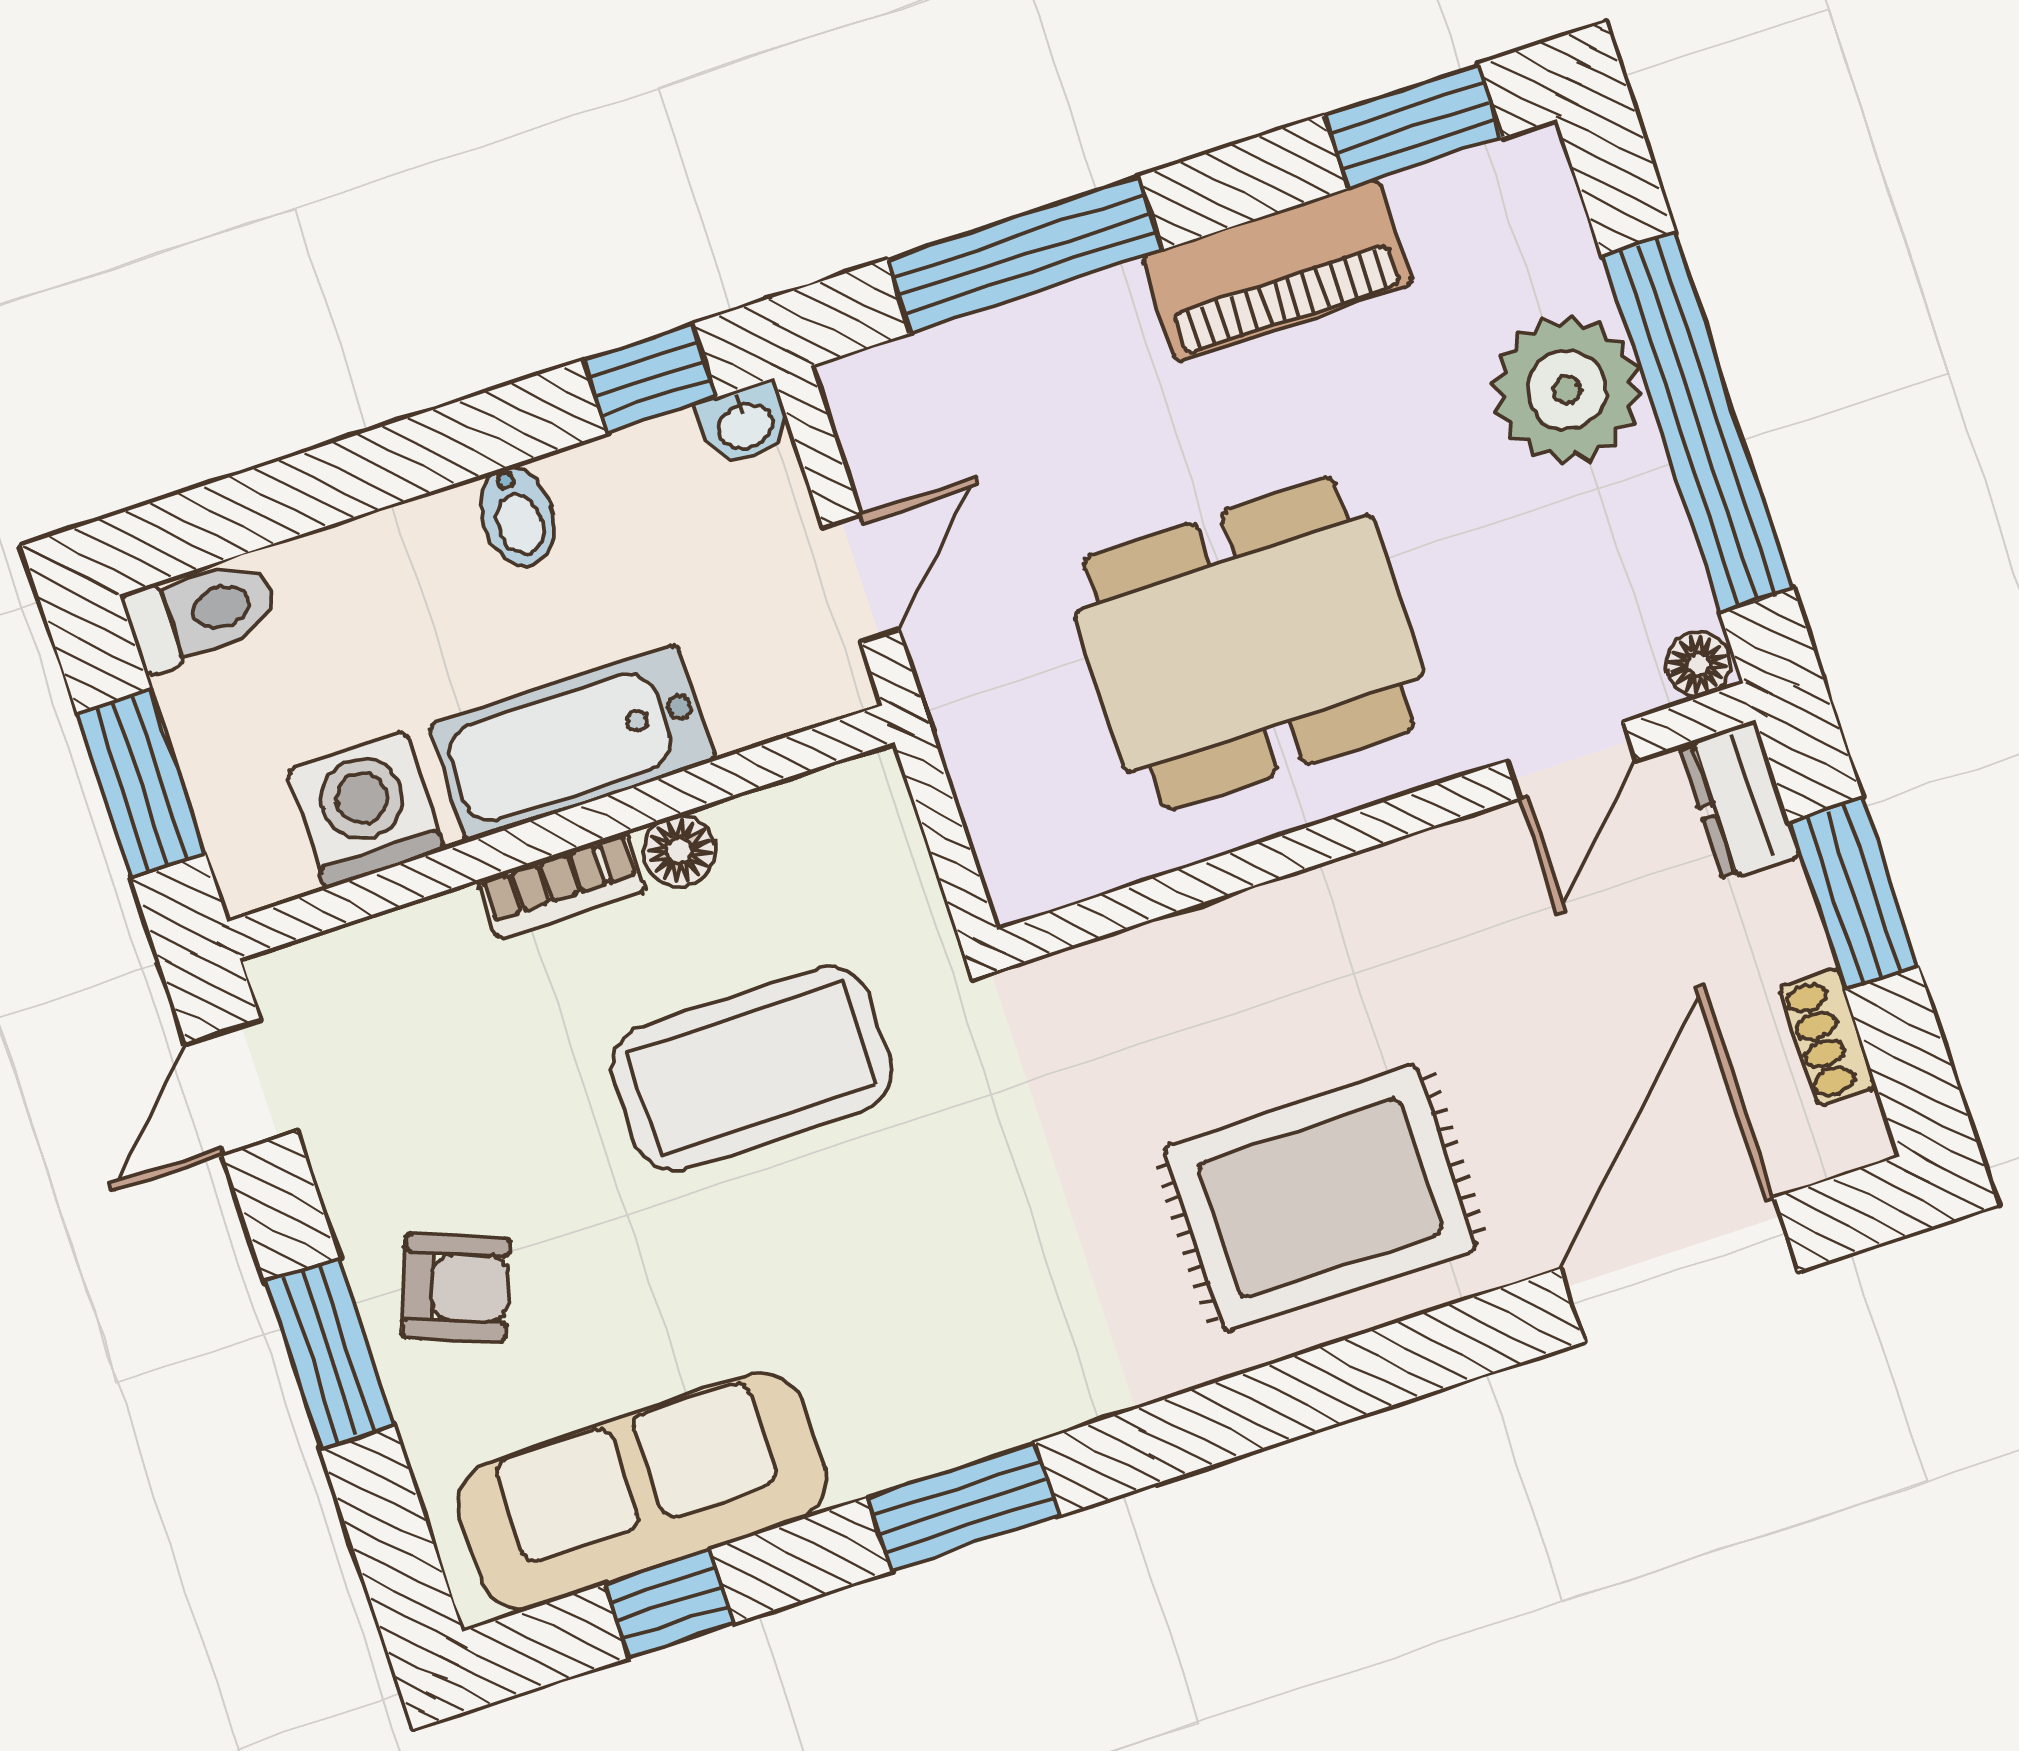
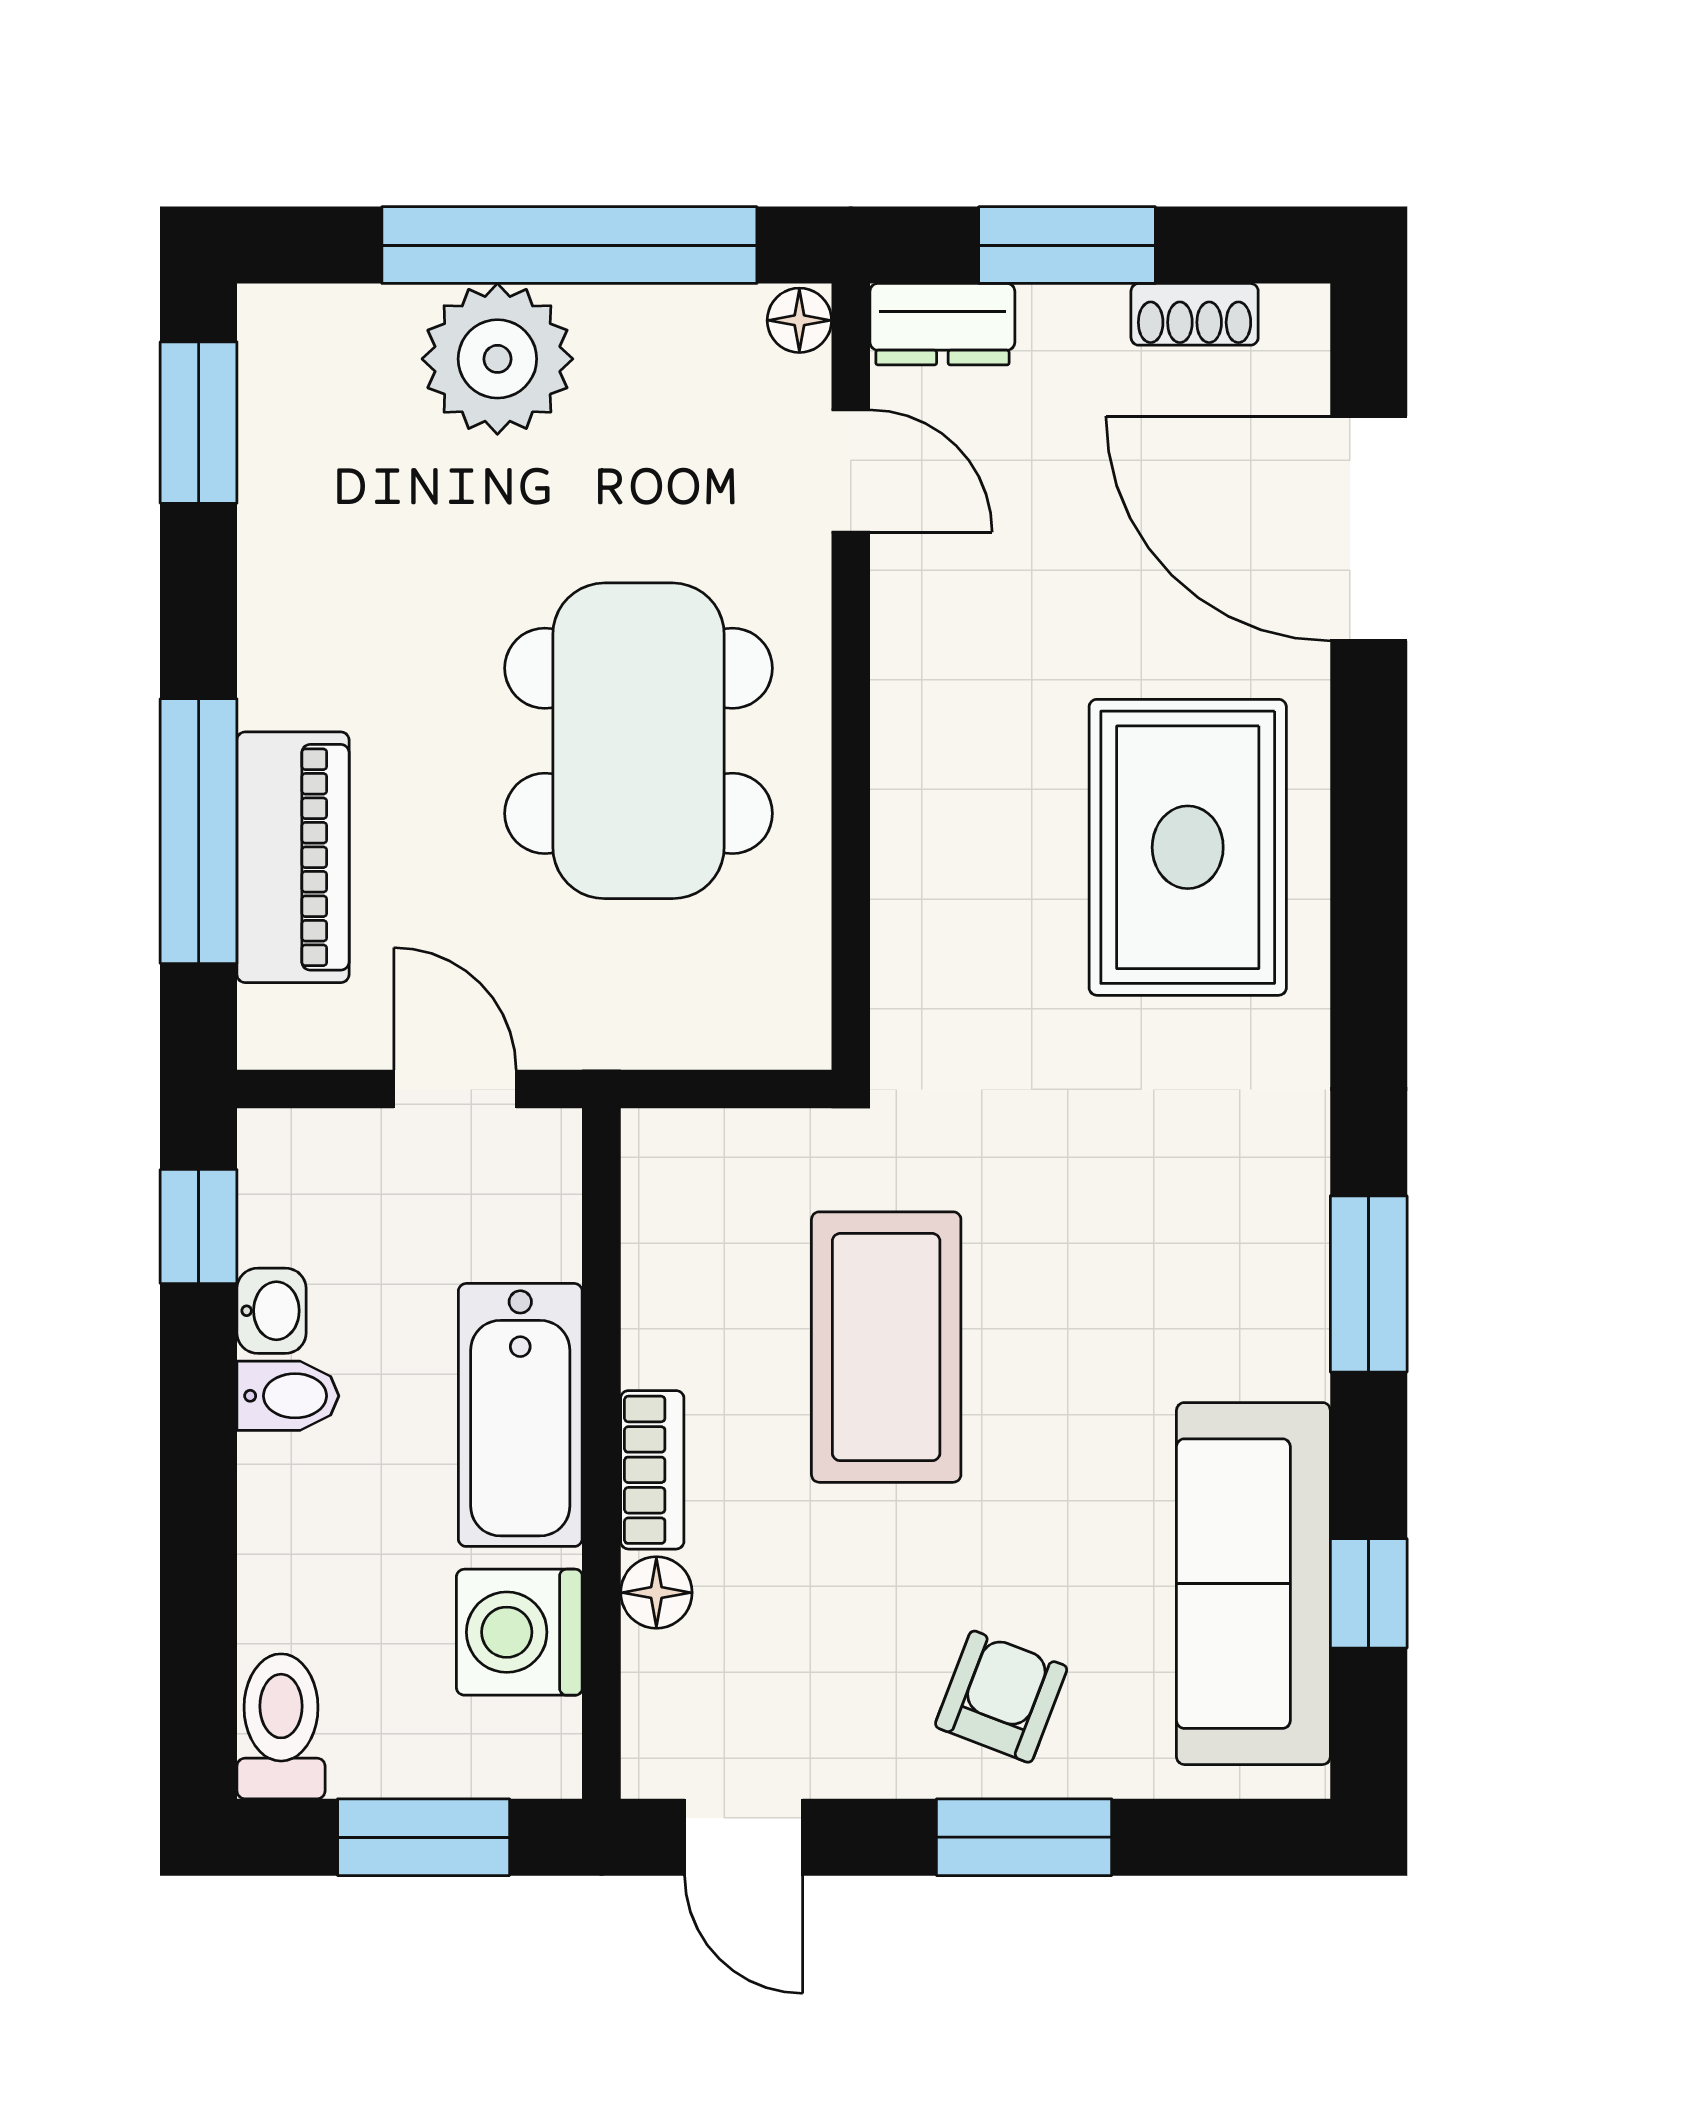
piano: (1277, 270) -> (293, 857), moved
washbasin: (745, 424) -> (272, 1311), moved
floor lamp: (679, 851) -> (656, 1593), moved

